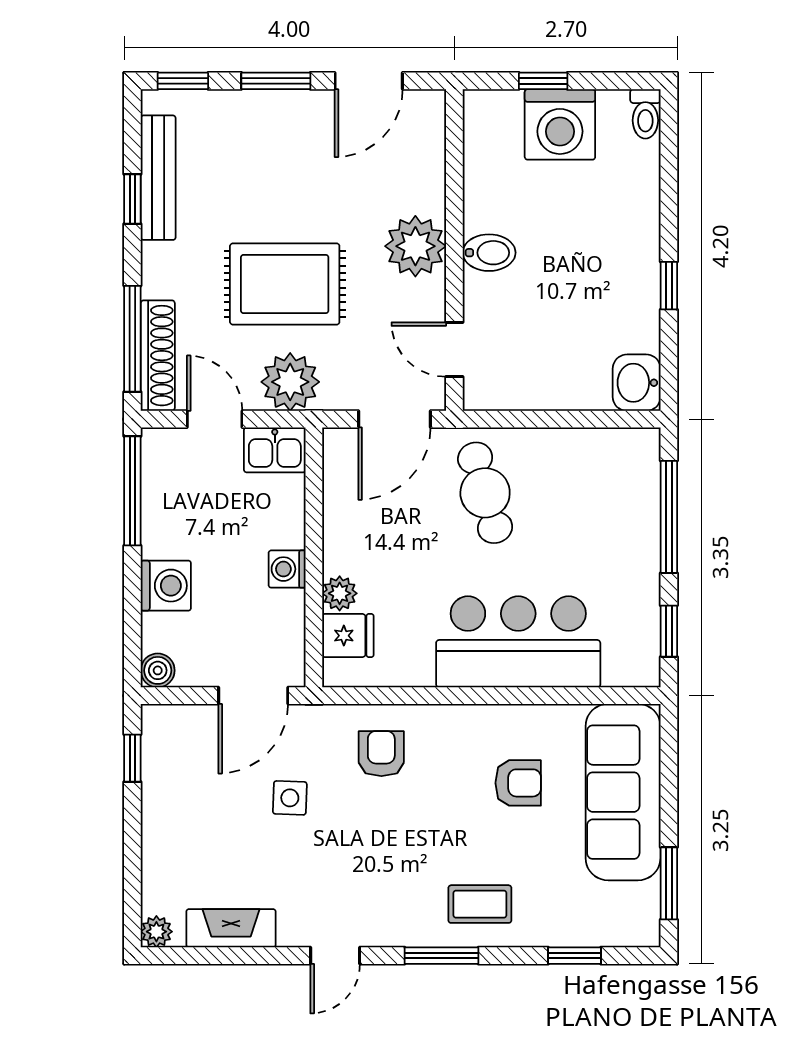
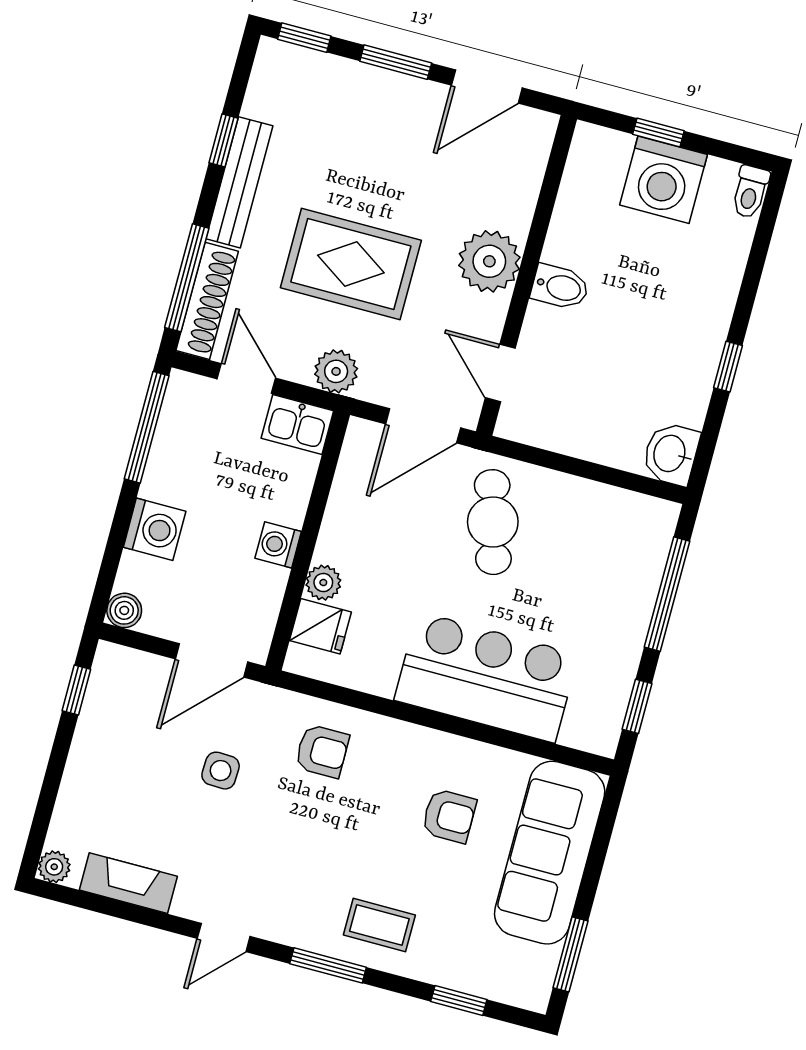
bench: (158, 178) -> (239, 182), moved
plant: (290, 382) -> (336, 371), width x0.73, depth x0.73
armchair: (381, 754) -> (322, 751), turned 90

